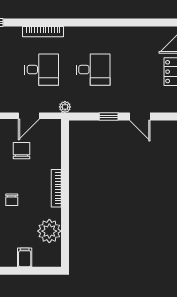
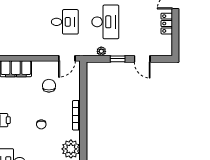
desk: (93, 70) -> (105, 22), width x1.37
plant: (65, 107) -> (101, 51), moved
door: (29, 116) -> (67, 58), moved

